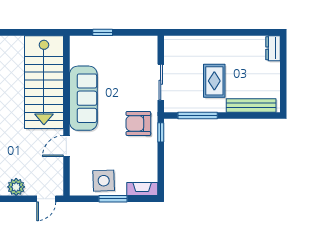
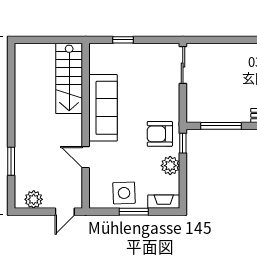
rug: (214, 81) -> (238, 90), removed
stairs: (44, 82) -> (69, 78), width x0.73, depth x0.66
sliding door: (161, 82) -> (183, 65), moved
door: (66, 146) -> (86, 157), hinge flipped
plant: (148, 154) -> (170, 166), added

